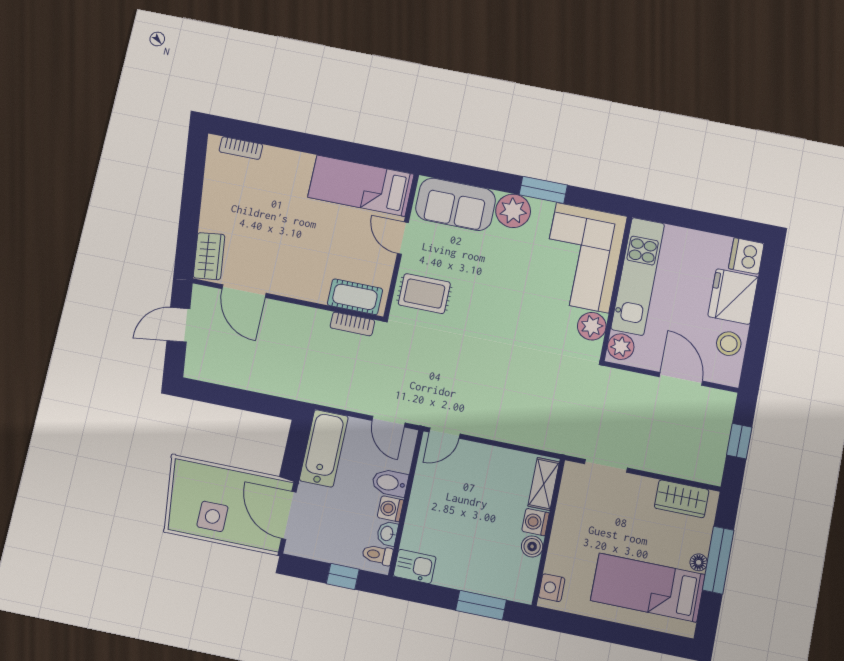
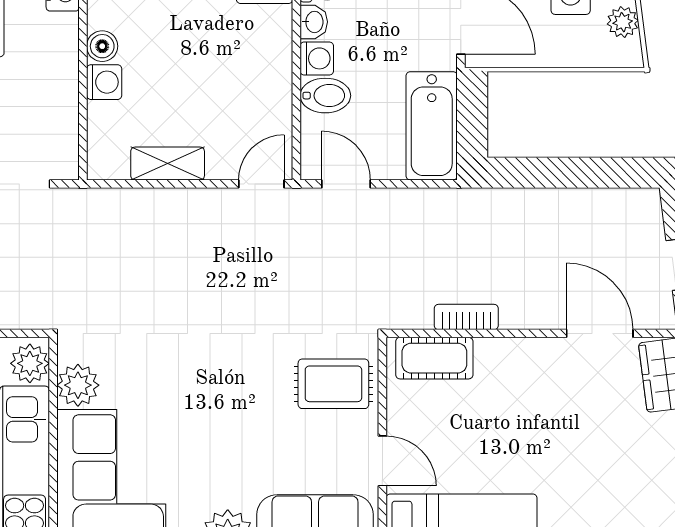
bookcase: (352, 324) -> (466, 317), moved
shelving: (544, 484) -> (168, 164), moved, turned 90
plant: (182, 491) -> (623, 22), added

